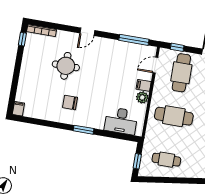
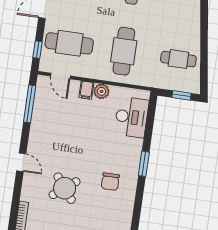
round table: (66, 66) -> (65, 188), turned -38
cafe table: (166, 160) -> (178, 59), turned 90

